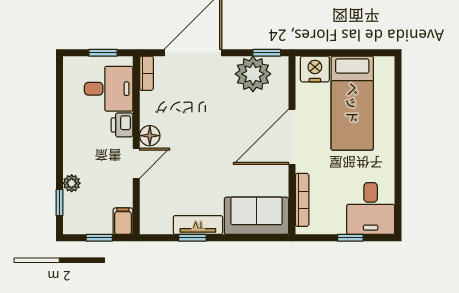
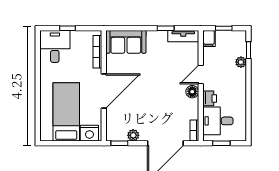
plant: (253, 74) -> (133, 135), width x0.53, depth x0.53
tv unit: (198, 225) -> (183, 36), moved

